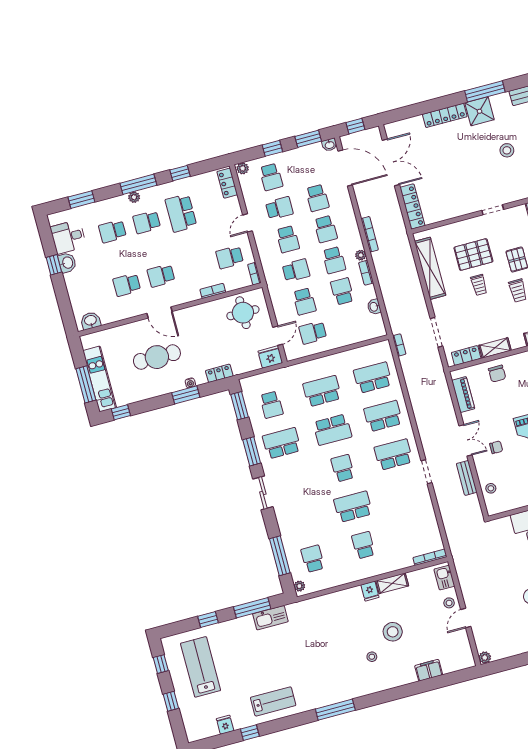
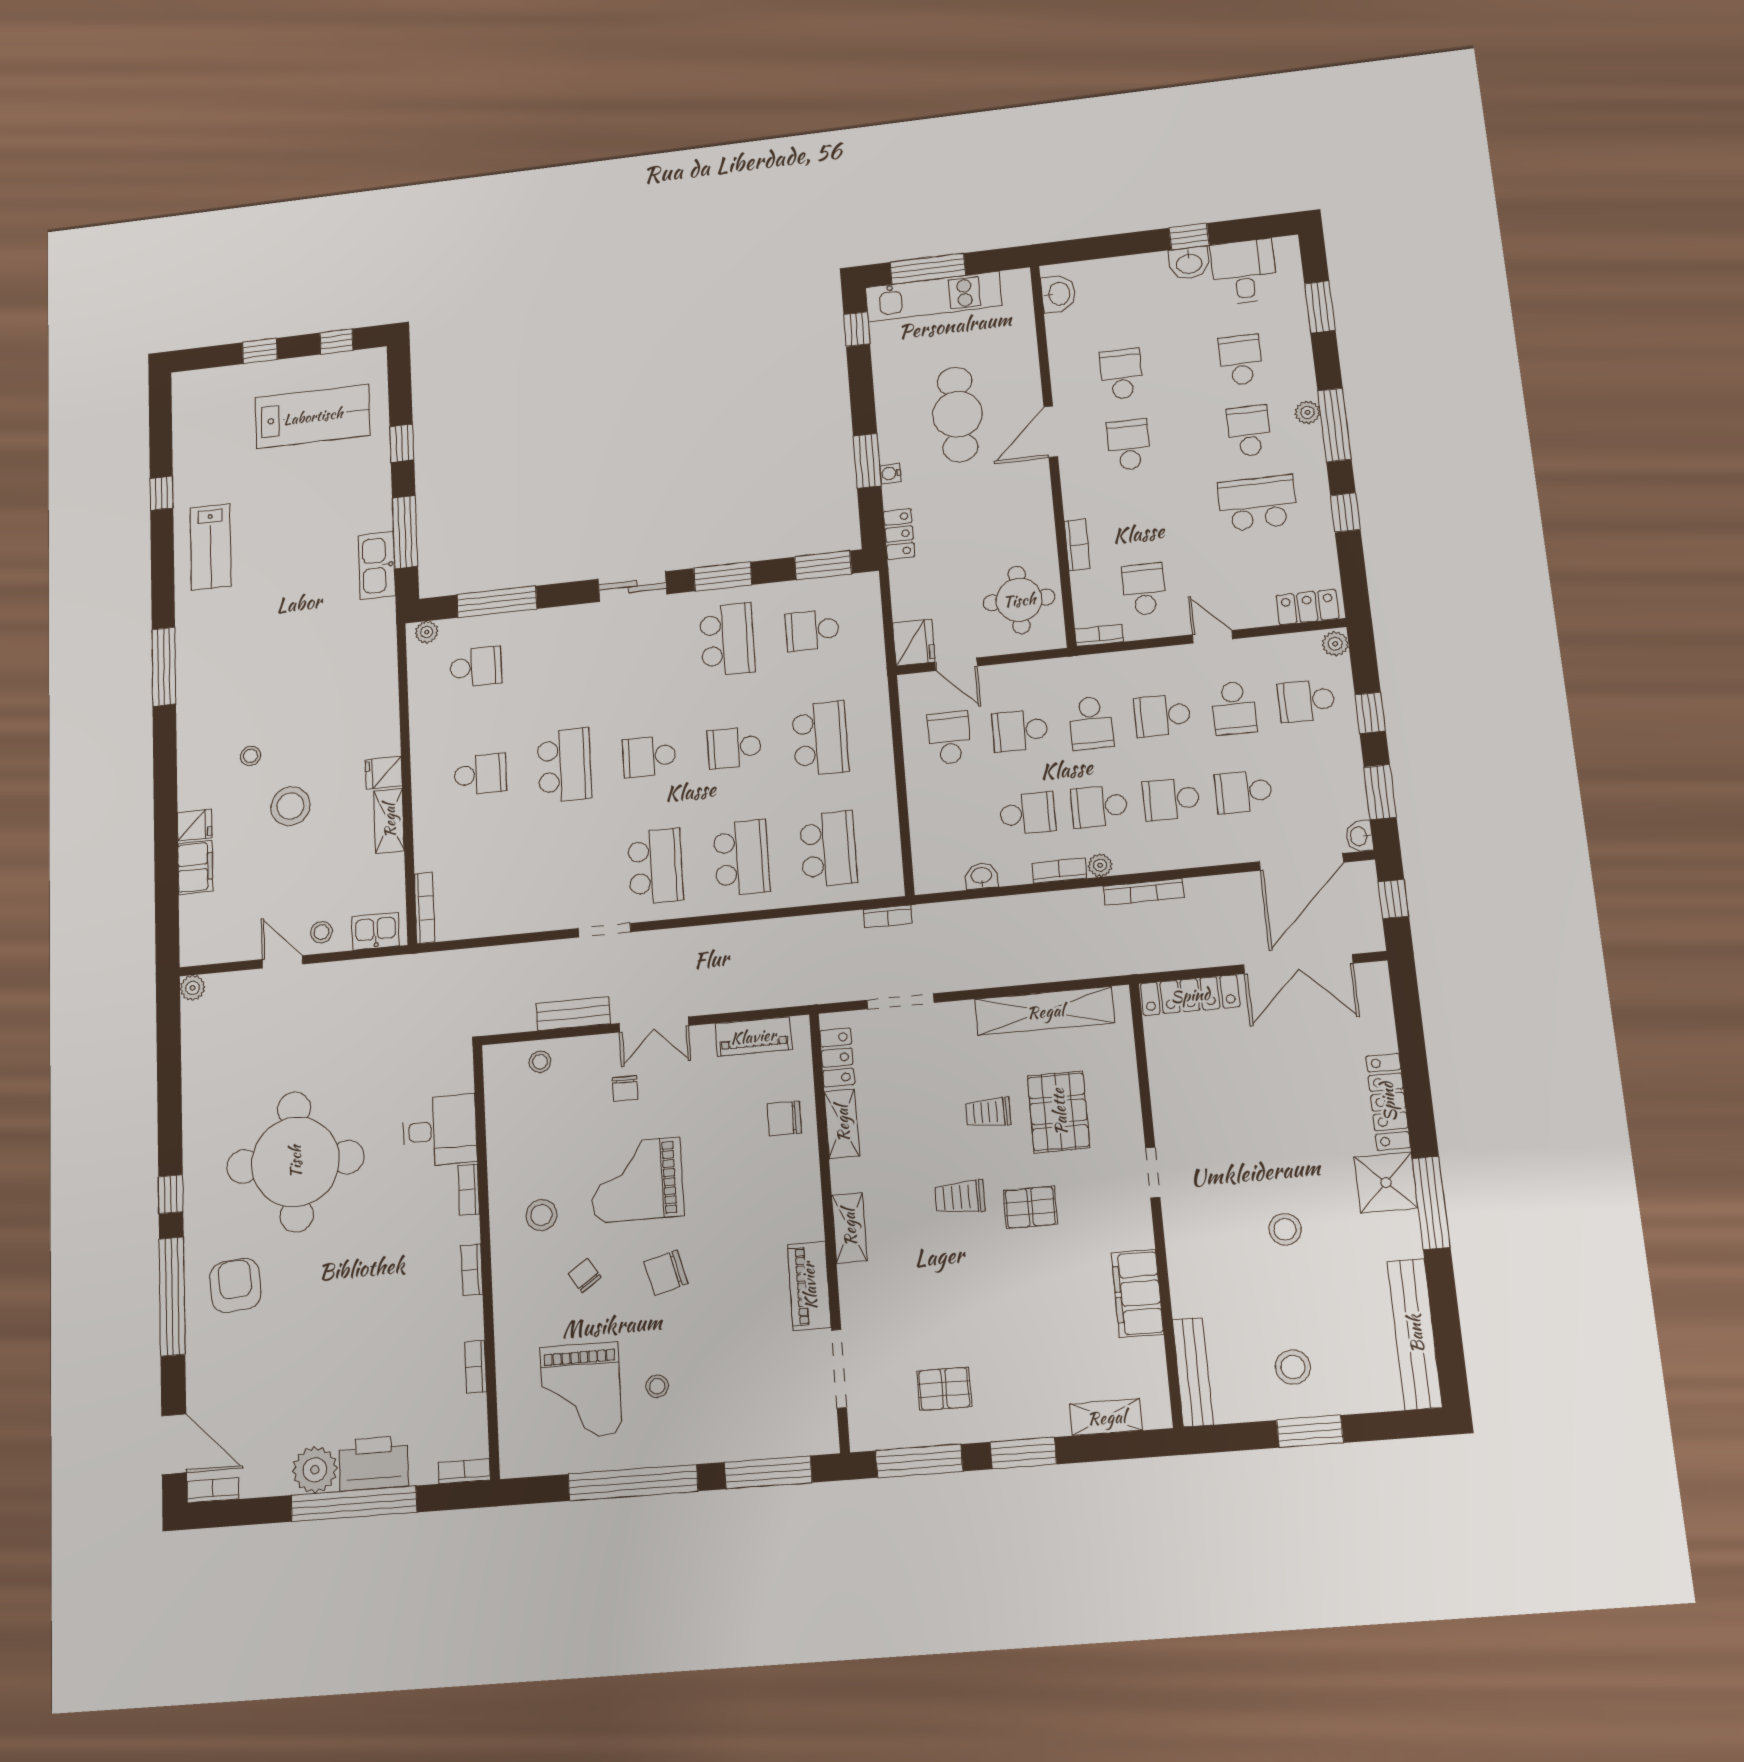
school desk: (332, 430) -> (734, 747), width x0.54
school desk: (343, 468) -> (649, 756), turned 180
fridge: (225, 725) -> (195, 825), moved

